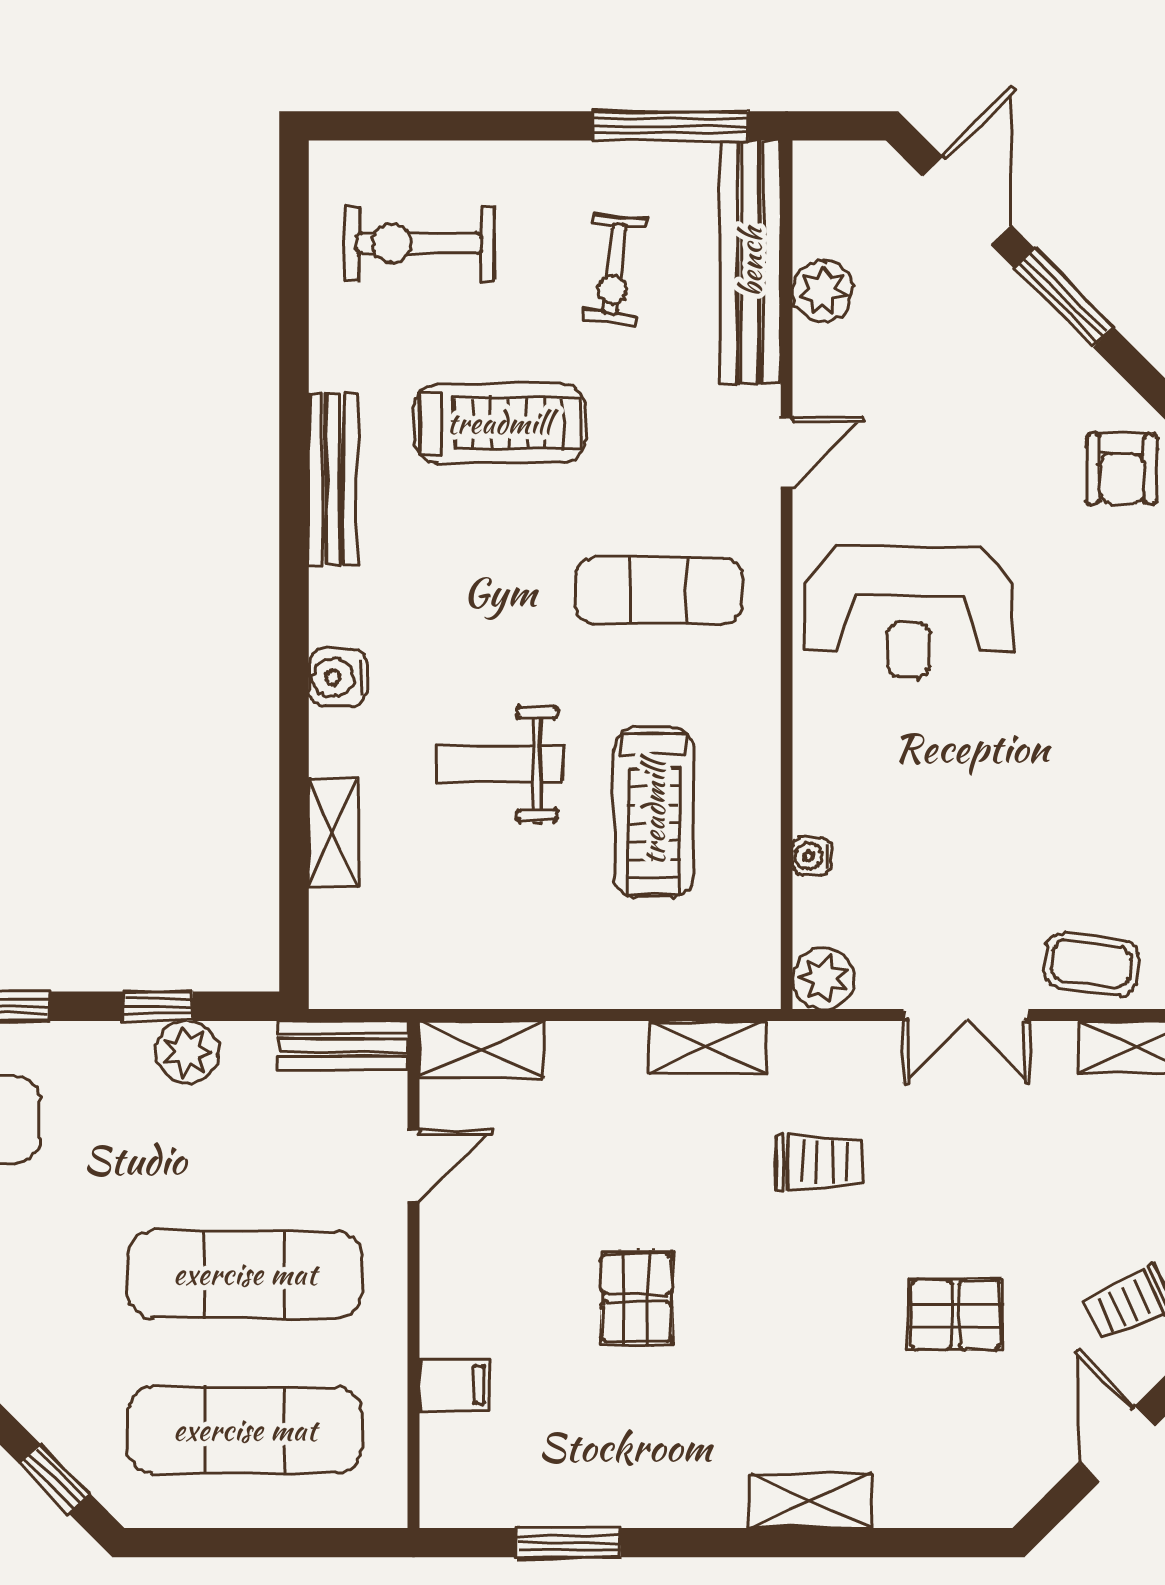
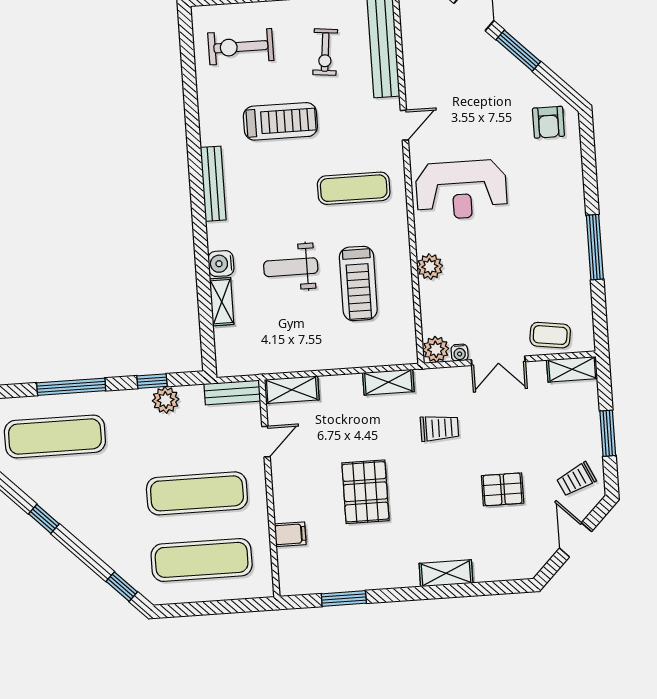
plant: (823, 291) -> (430, 267), moved
bench: (333, 479) -> (213, 184), moved
water cooler: (338, 677) -> (221, 264), moved
water cooler: (812, 856) -> (460, 353), moved, turned -90
pallet: (637, 1298) -> (365, 492), width x1.50, depth x1.42

